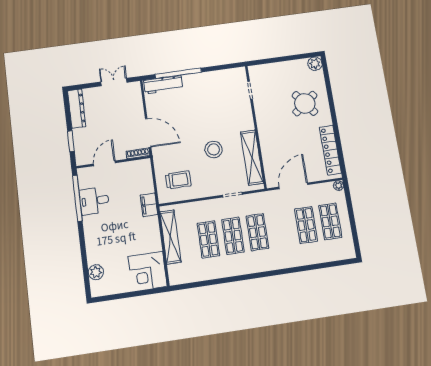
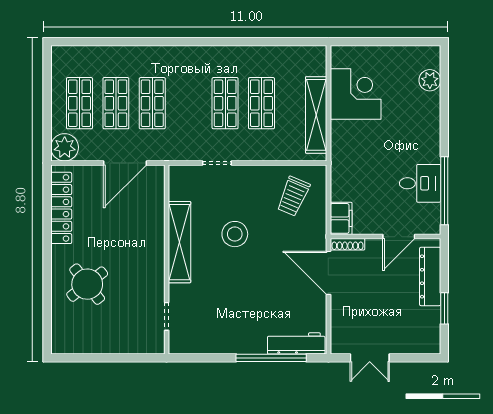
plant: (315, 64) -> (61, 343), removed
dresser: (77, 109) -> (430, 276), moved
window: (71, 141) -> (444, 308), moved
shelving: (252, 158) -> (180, 242), moved
trolley: (178, 180) -> (293, 196), turned -67
plant: (339, 186) -> (65, 147), width x1.87, depth x1.87
filing cabinet: (149, 205) -> (341, 218), moved
shop shelf: (257, 232) -> (152, 103), moved
corner desk: (148, 271) -> (356, 94), moved

